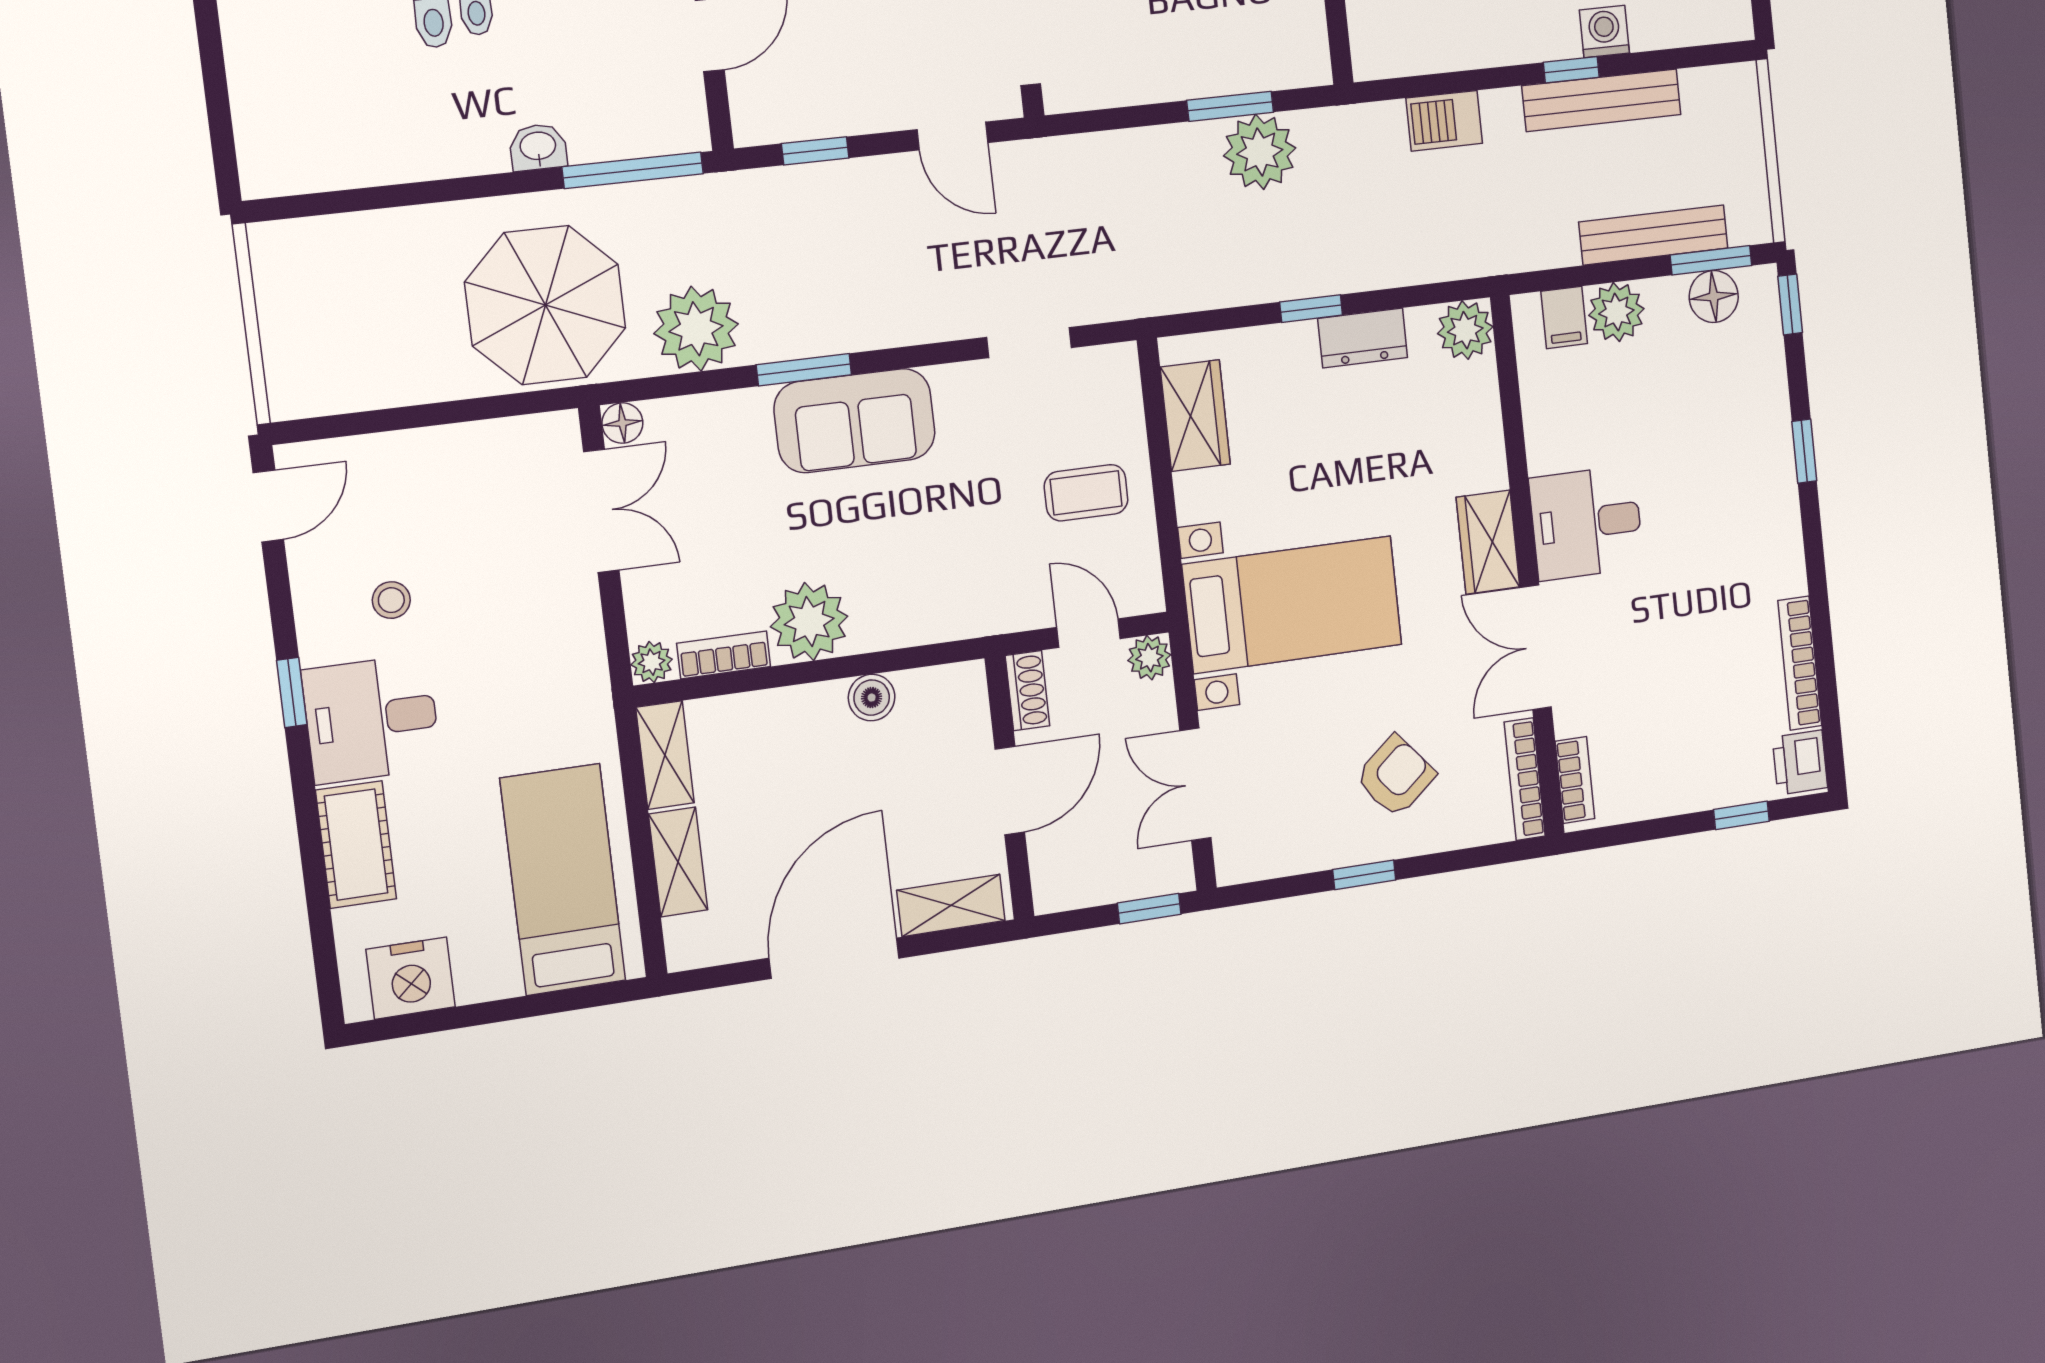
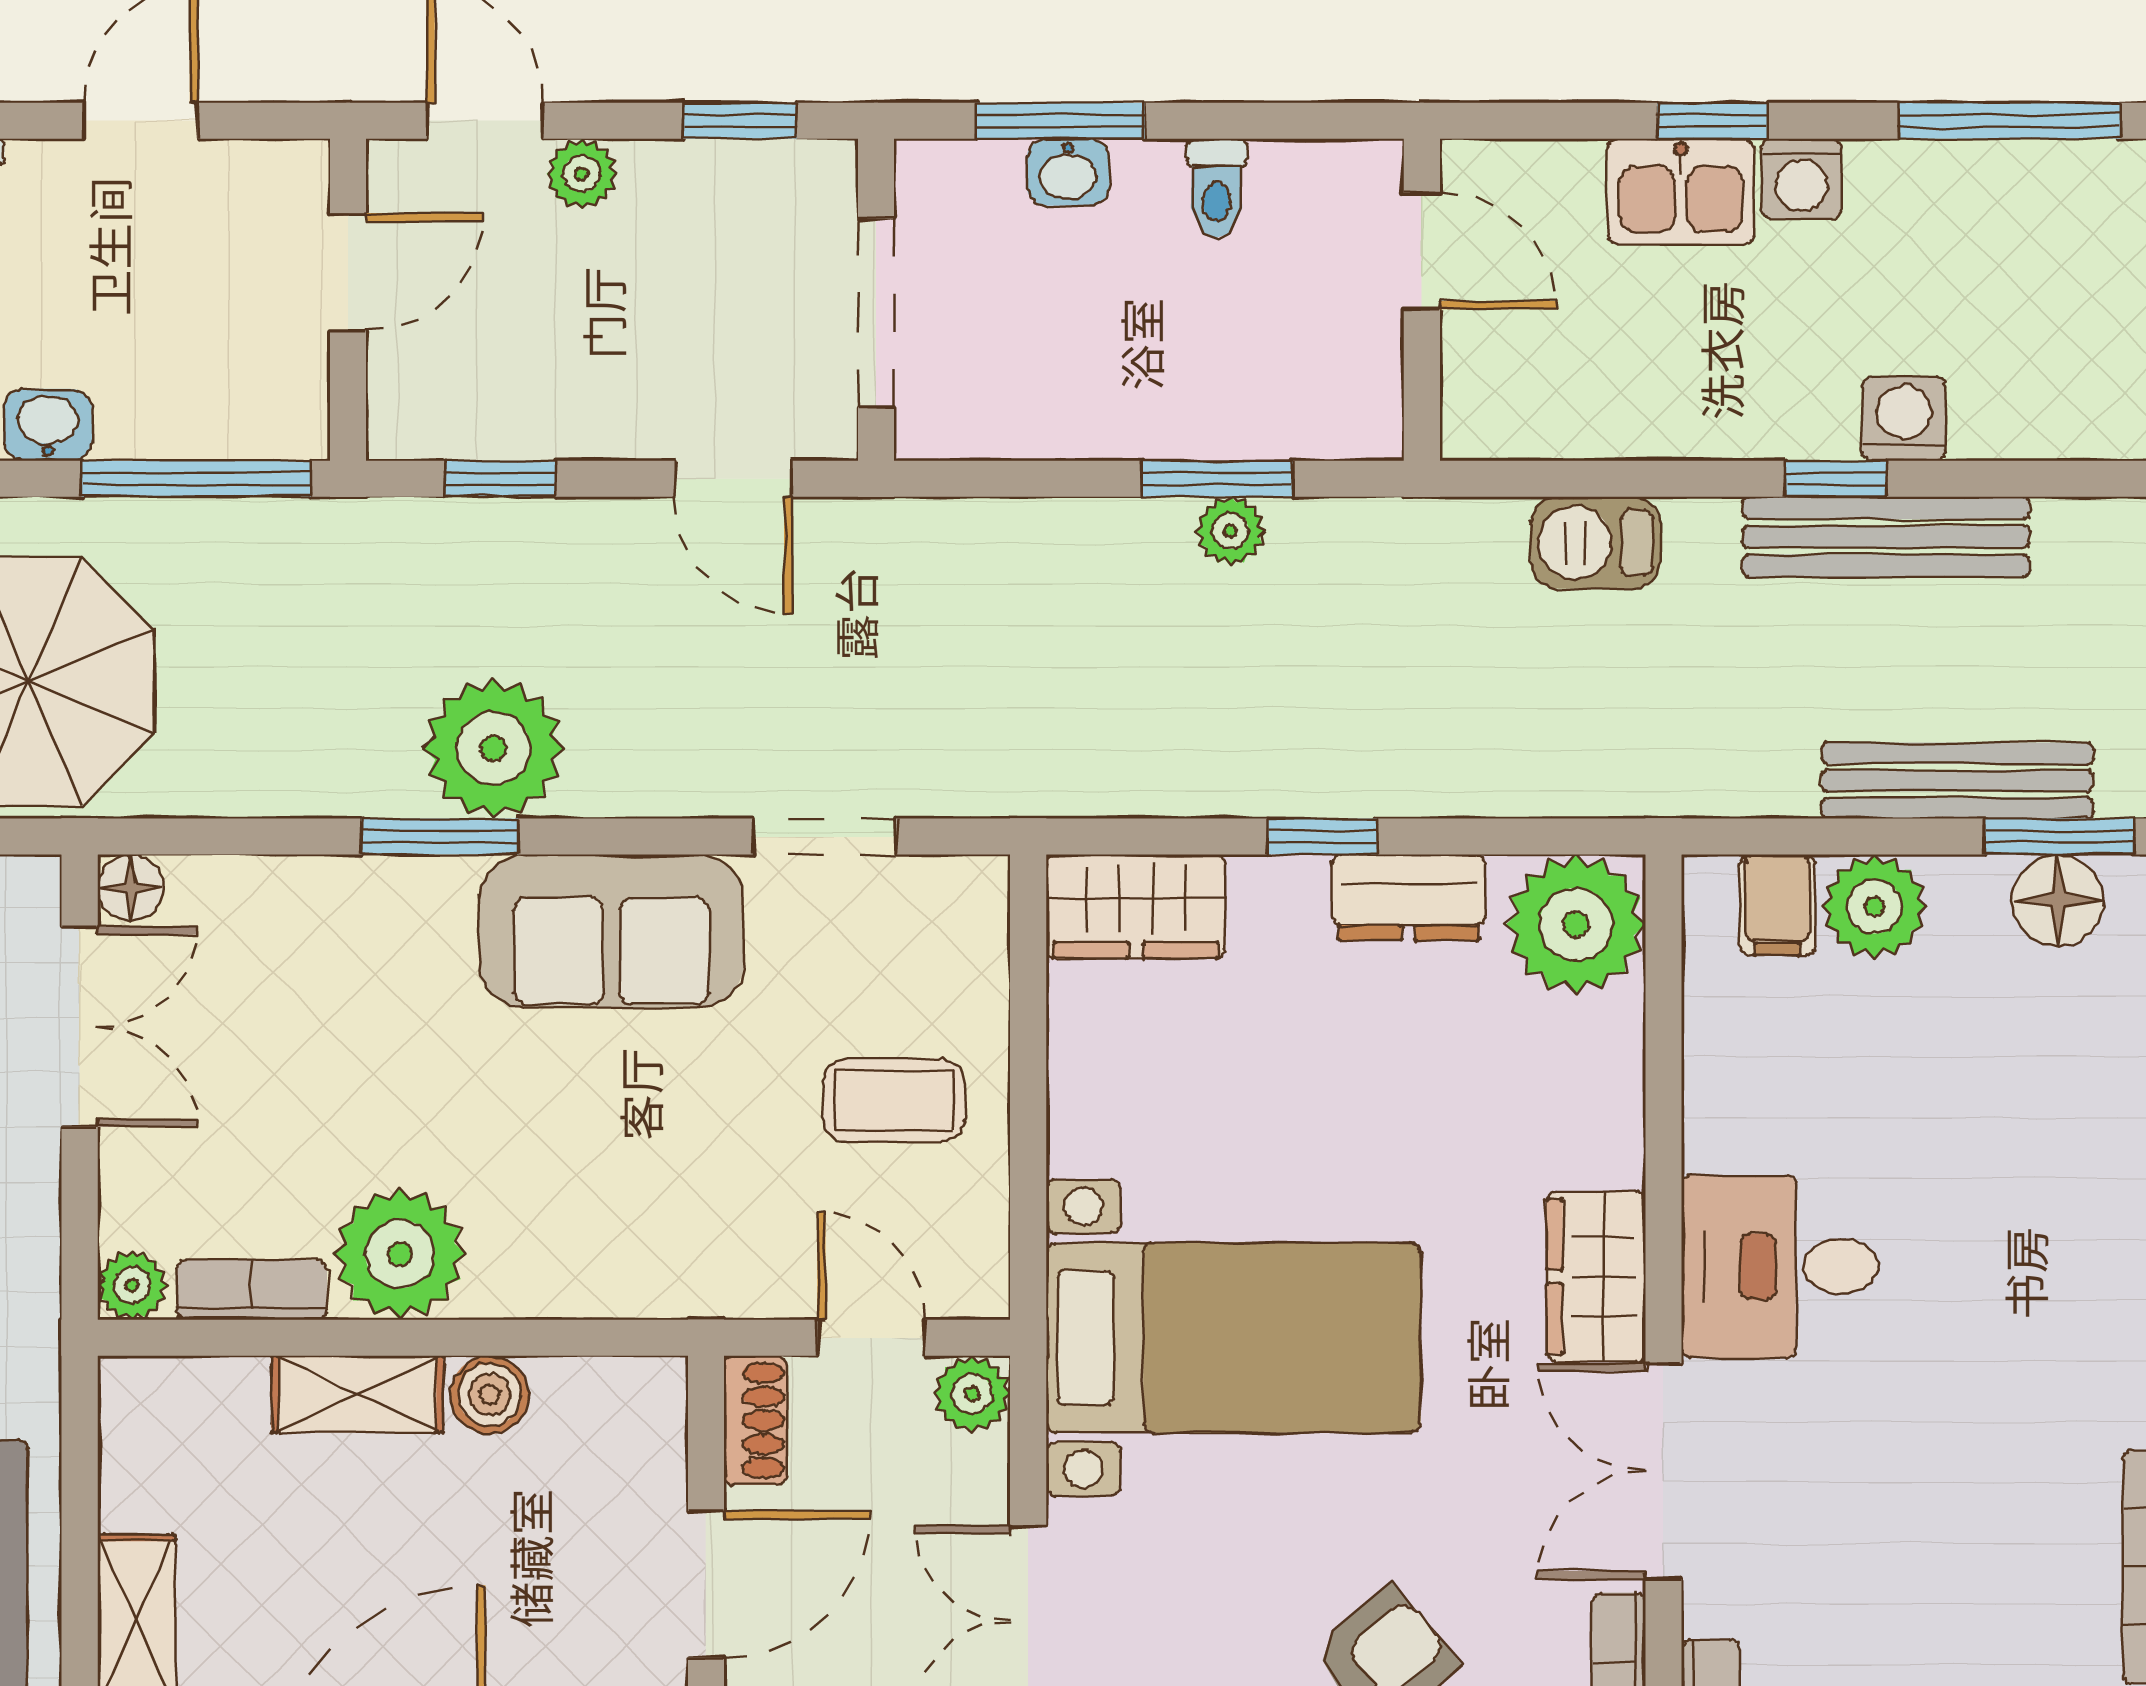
plant: (1260, 152) -> (1231, 531), width x0.53, depth x0.53
plant: (696, 329) -> (493, 748), moved
plant: (1465, 330) -> (1576, 924), width x1.36, depth x1.36
wardrobe: (1195, 416) -> (1136, 907), moved, turned 90
sofa: (855, 421) -> (612, 931), moved
shelving: (665, 755) -> (357, 1394), moved, turned 90

